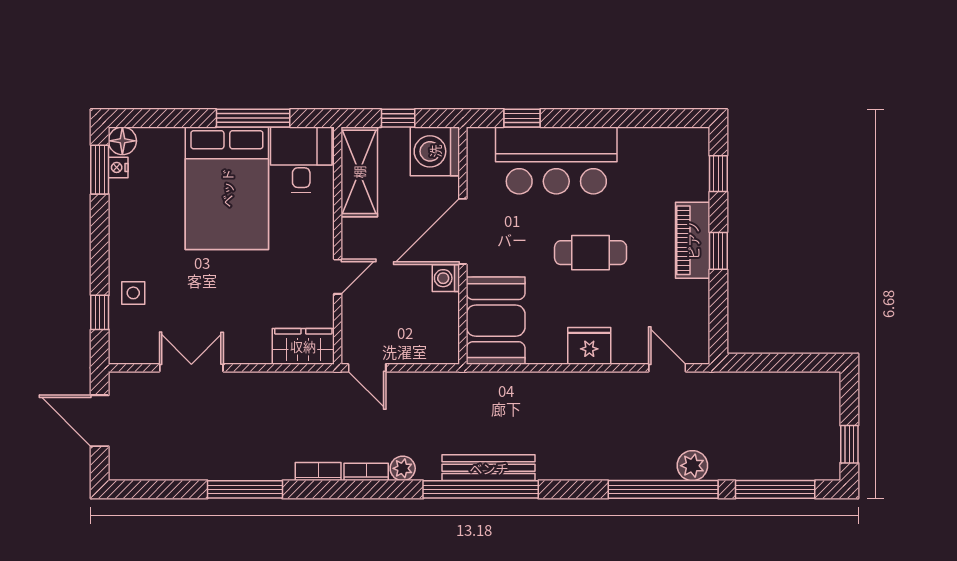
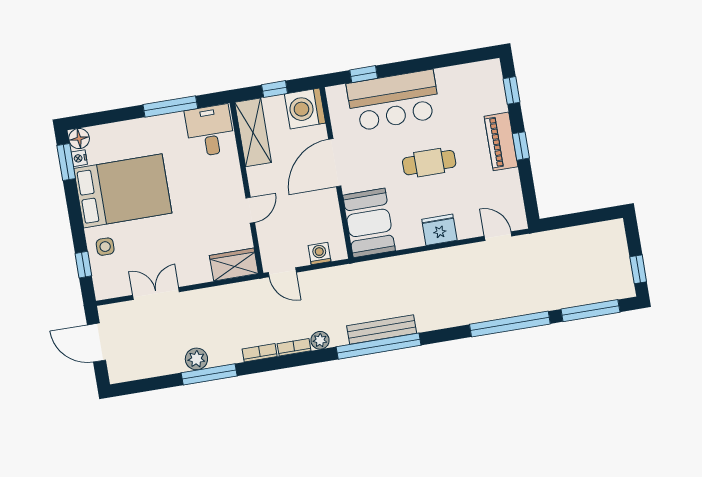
bed: (227, 188) -> (123, 191), moved, turned -90
washing machine: (446, 278) -> (320, 253), moved, turned 90
plant: (692, 466) -> (196, 359), moved

